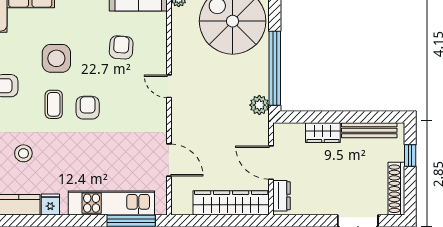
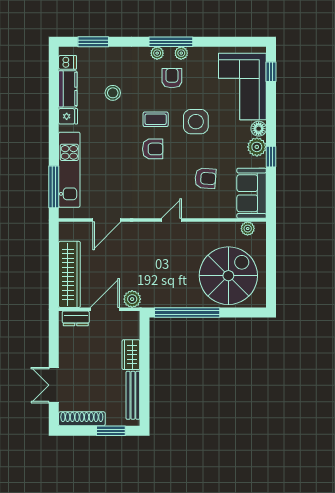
plant: (259, 105) -> (132, 299), moved
window: (410, 156) -> (111, 431), width x1.50

